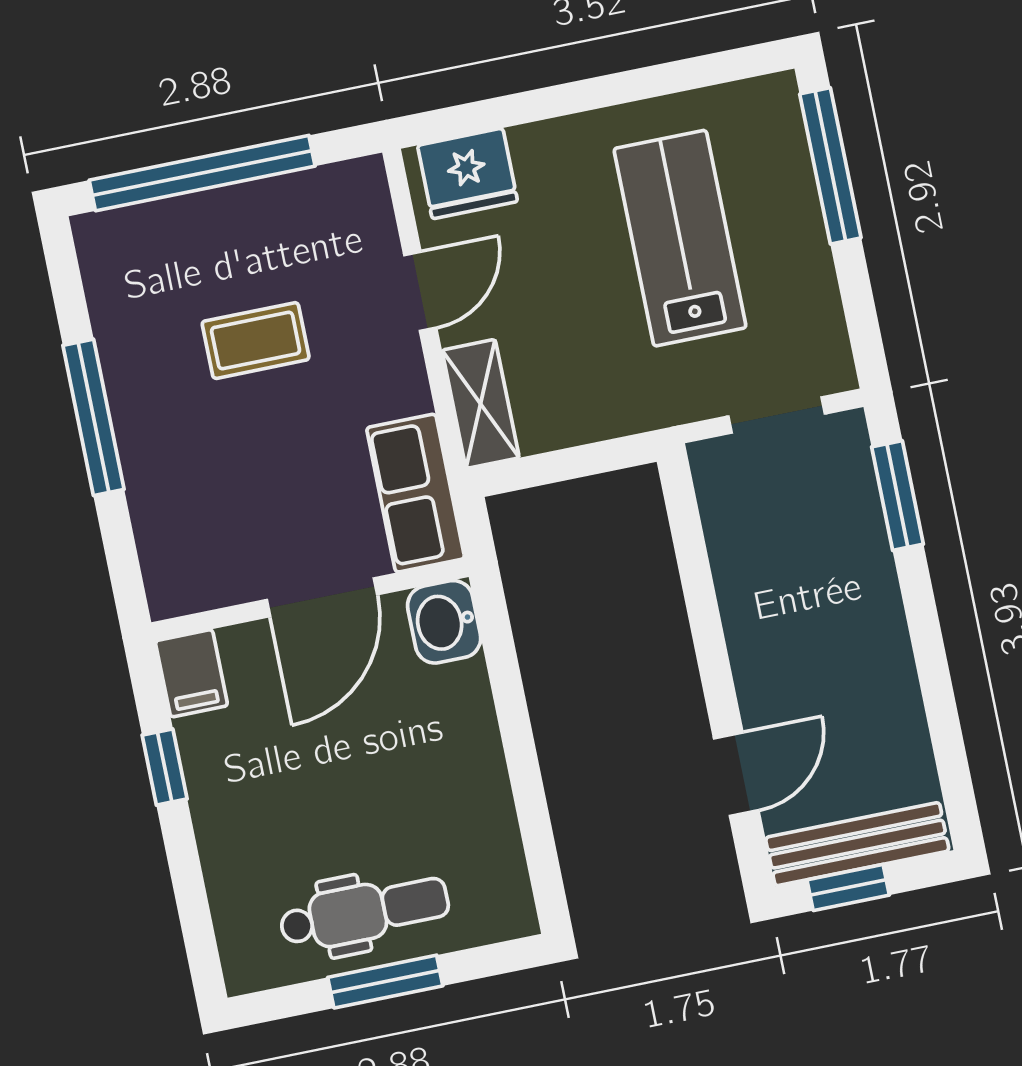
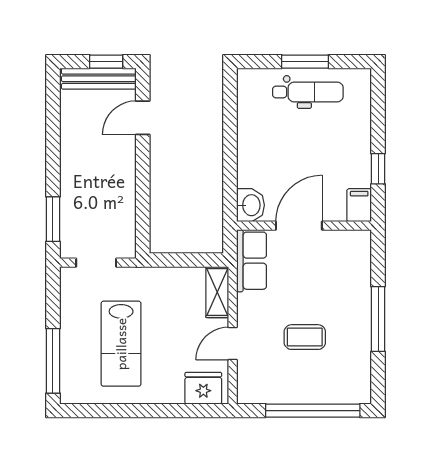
dental chair: (364, 912) -> (308, 92), turned 180

